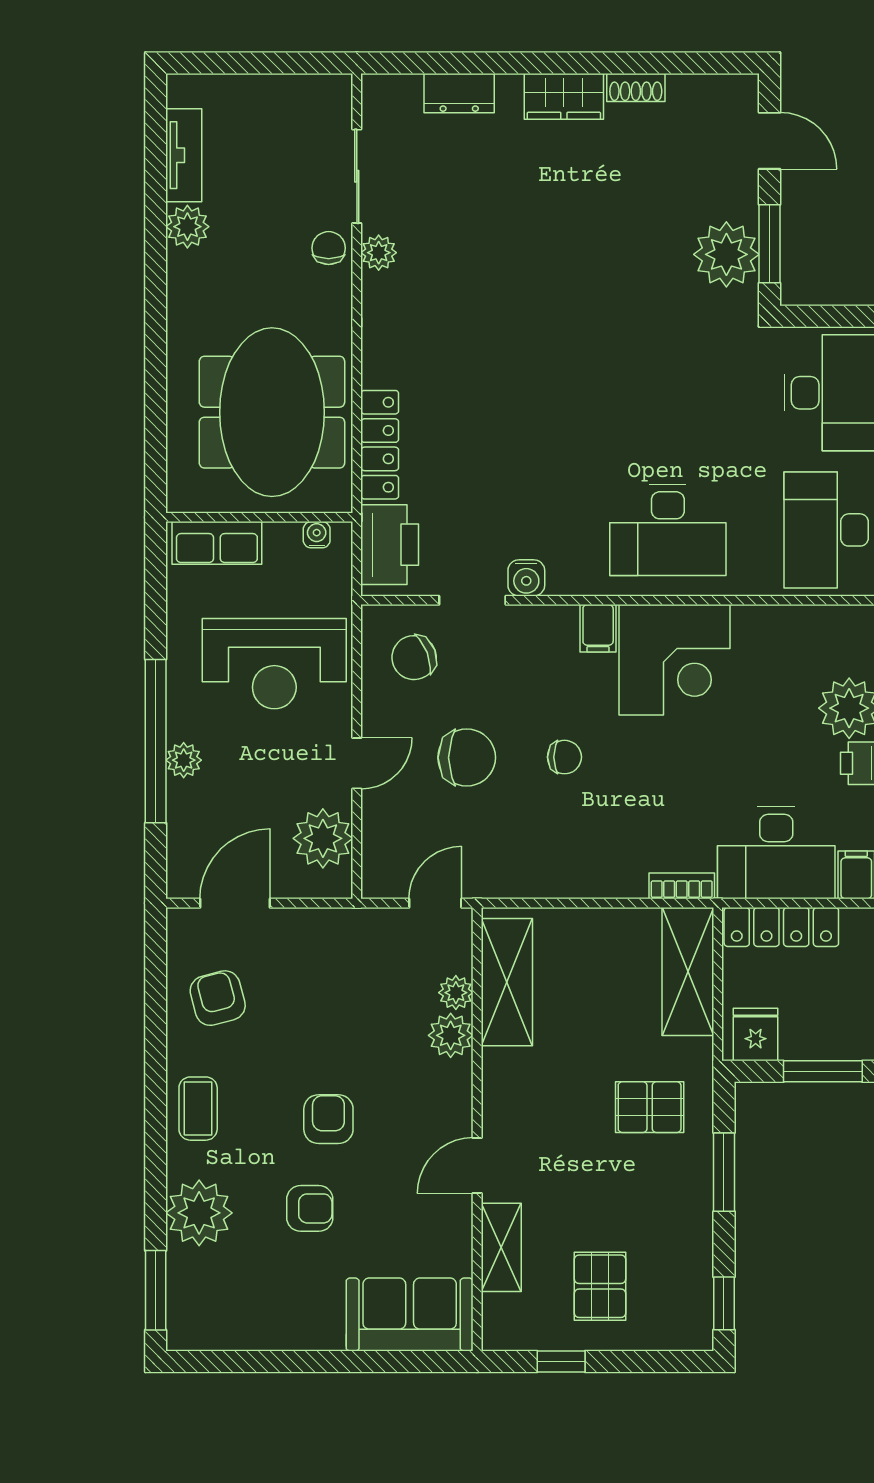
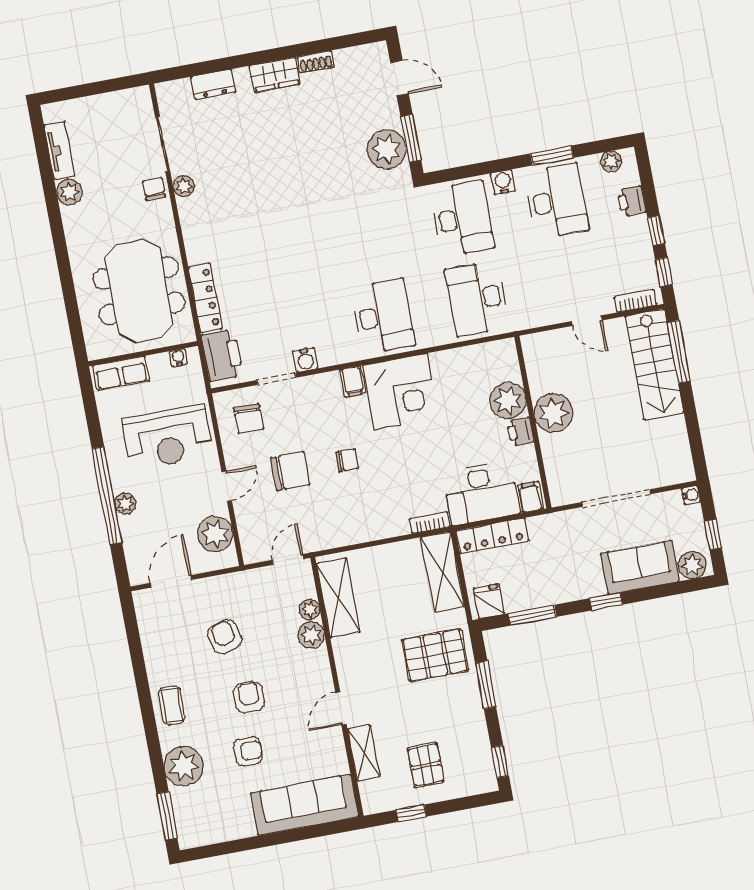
desk: (668, 530) -> (383, 316), turned -90
chair: (414, 658) -> (249, 419), turned -69
armchair: (218, 998) -> (224, 637), moved
pallet: (650, 1107) -> (435, 655), width x1.50, depth x1.42
sofa: (410, 1315) -> (304, 805), width x1.36

